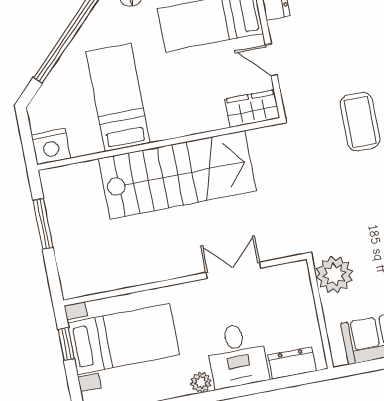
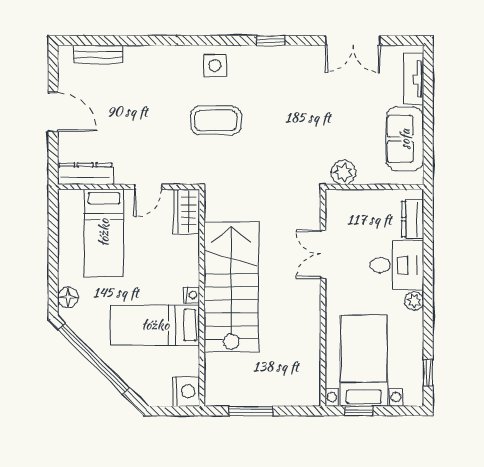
nightstand: (160, 132) -> (192, 295), added
plant: (334, 275) -> (343, 172), width x0.73, depth x0.73

